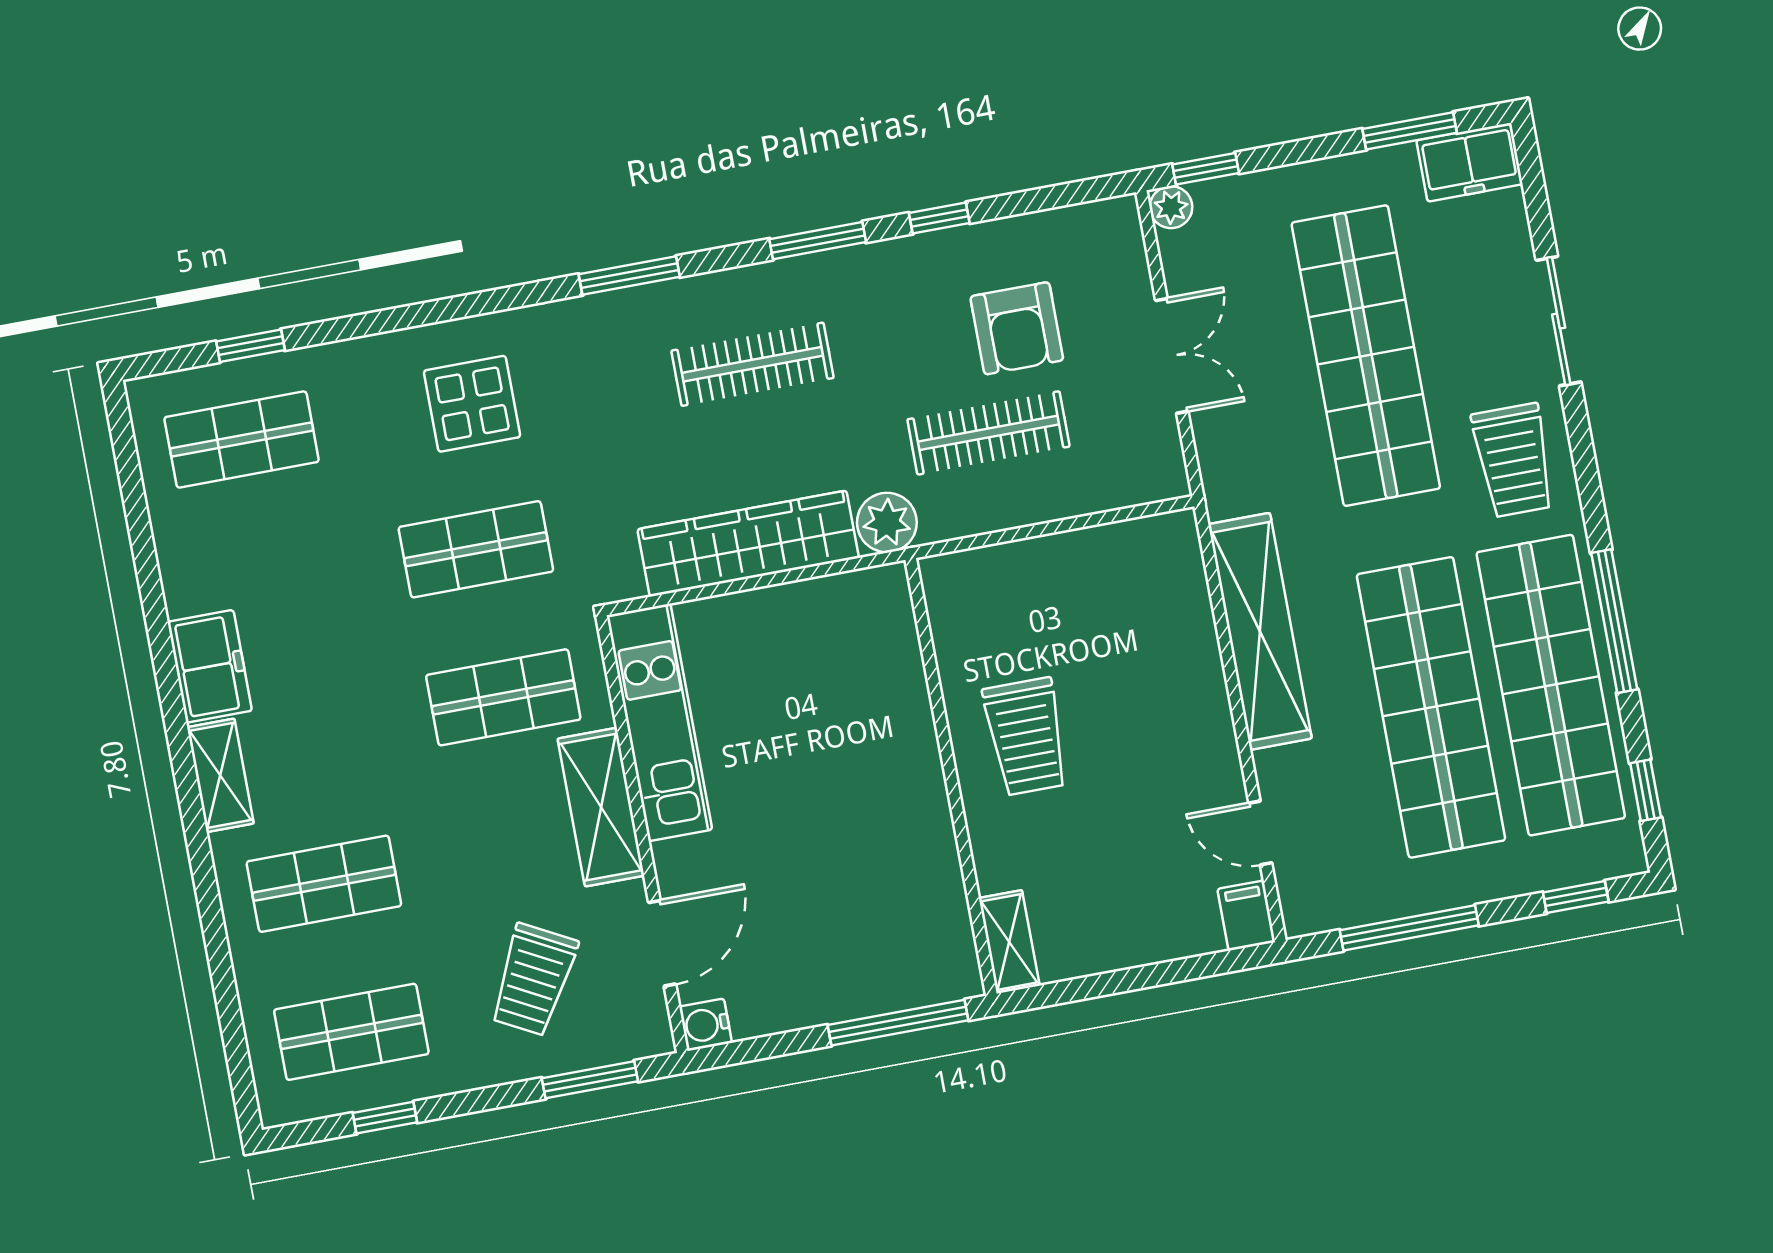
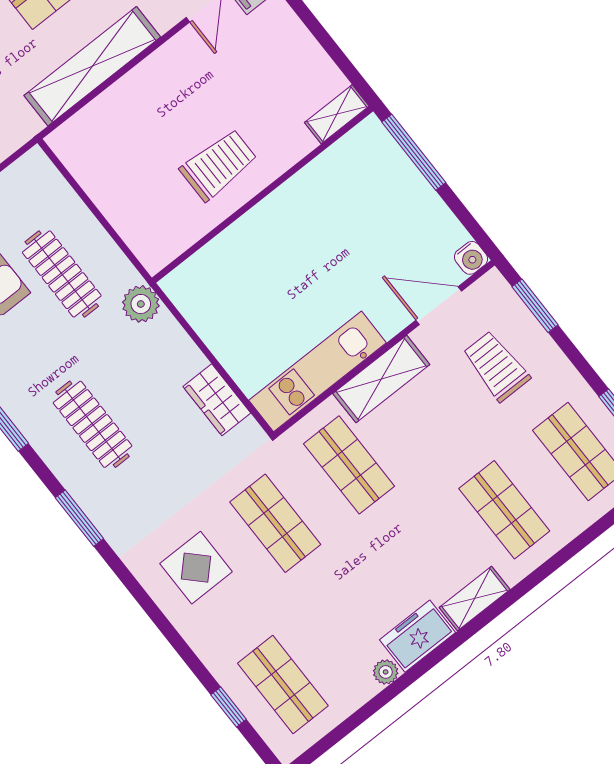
wardrobe: (748, 544) -> (217, 400), width x0.48, depth x0.85
plant: (183, 594) -> (386, 672), added
trolley: (533, 980) -> (496, 366), turned -118

